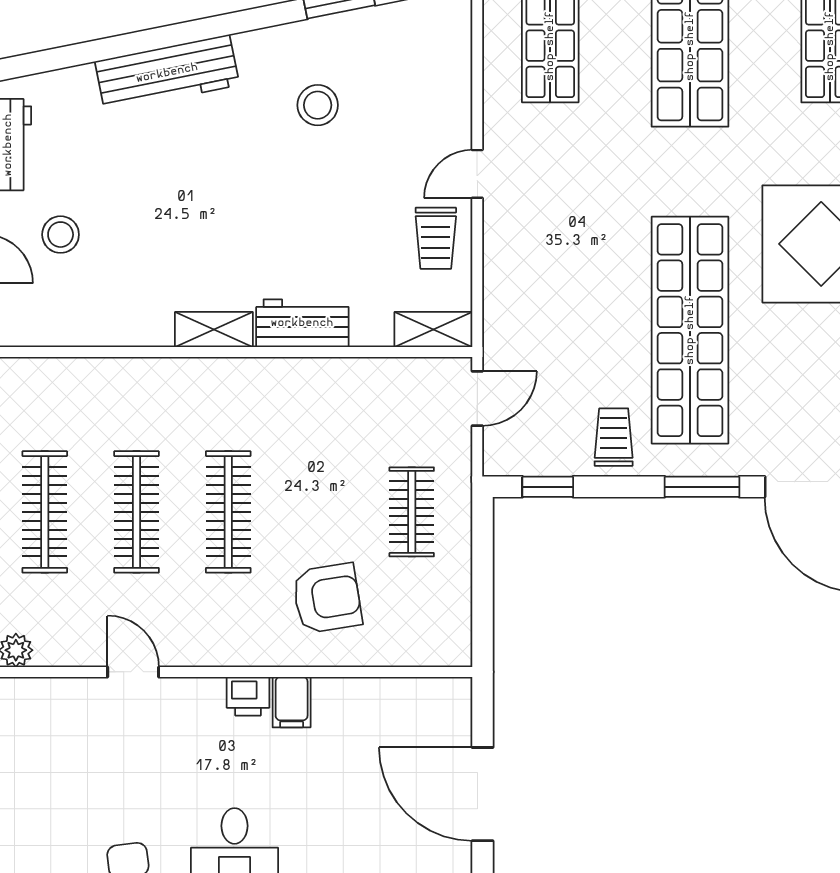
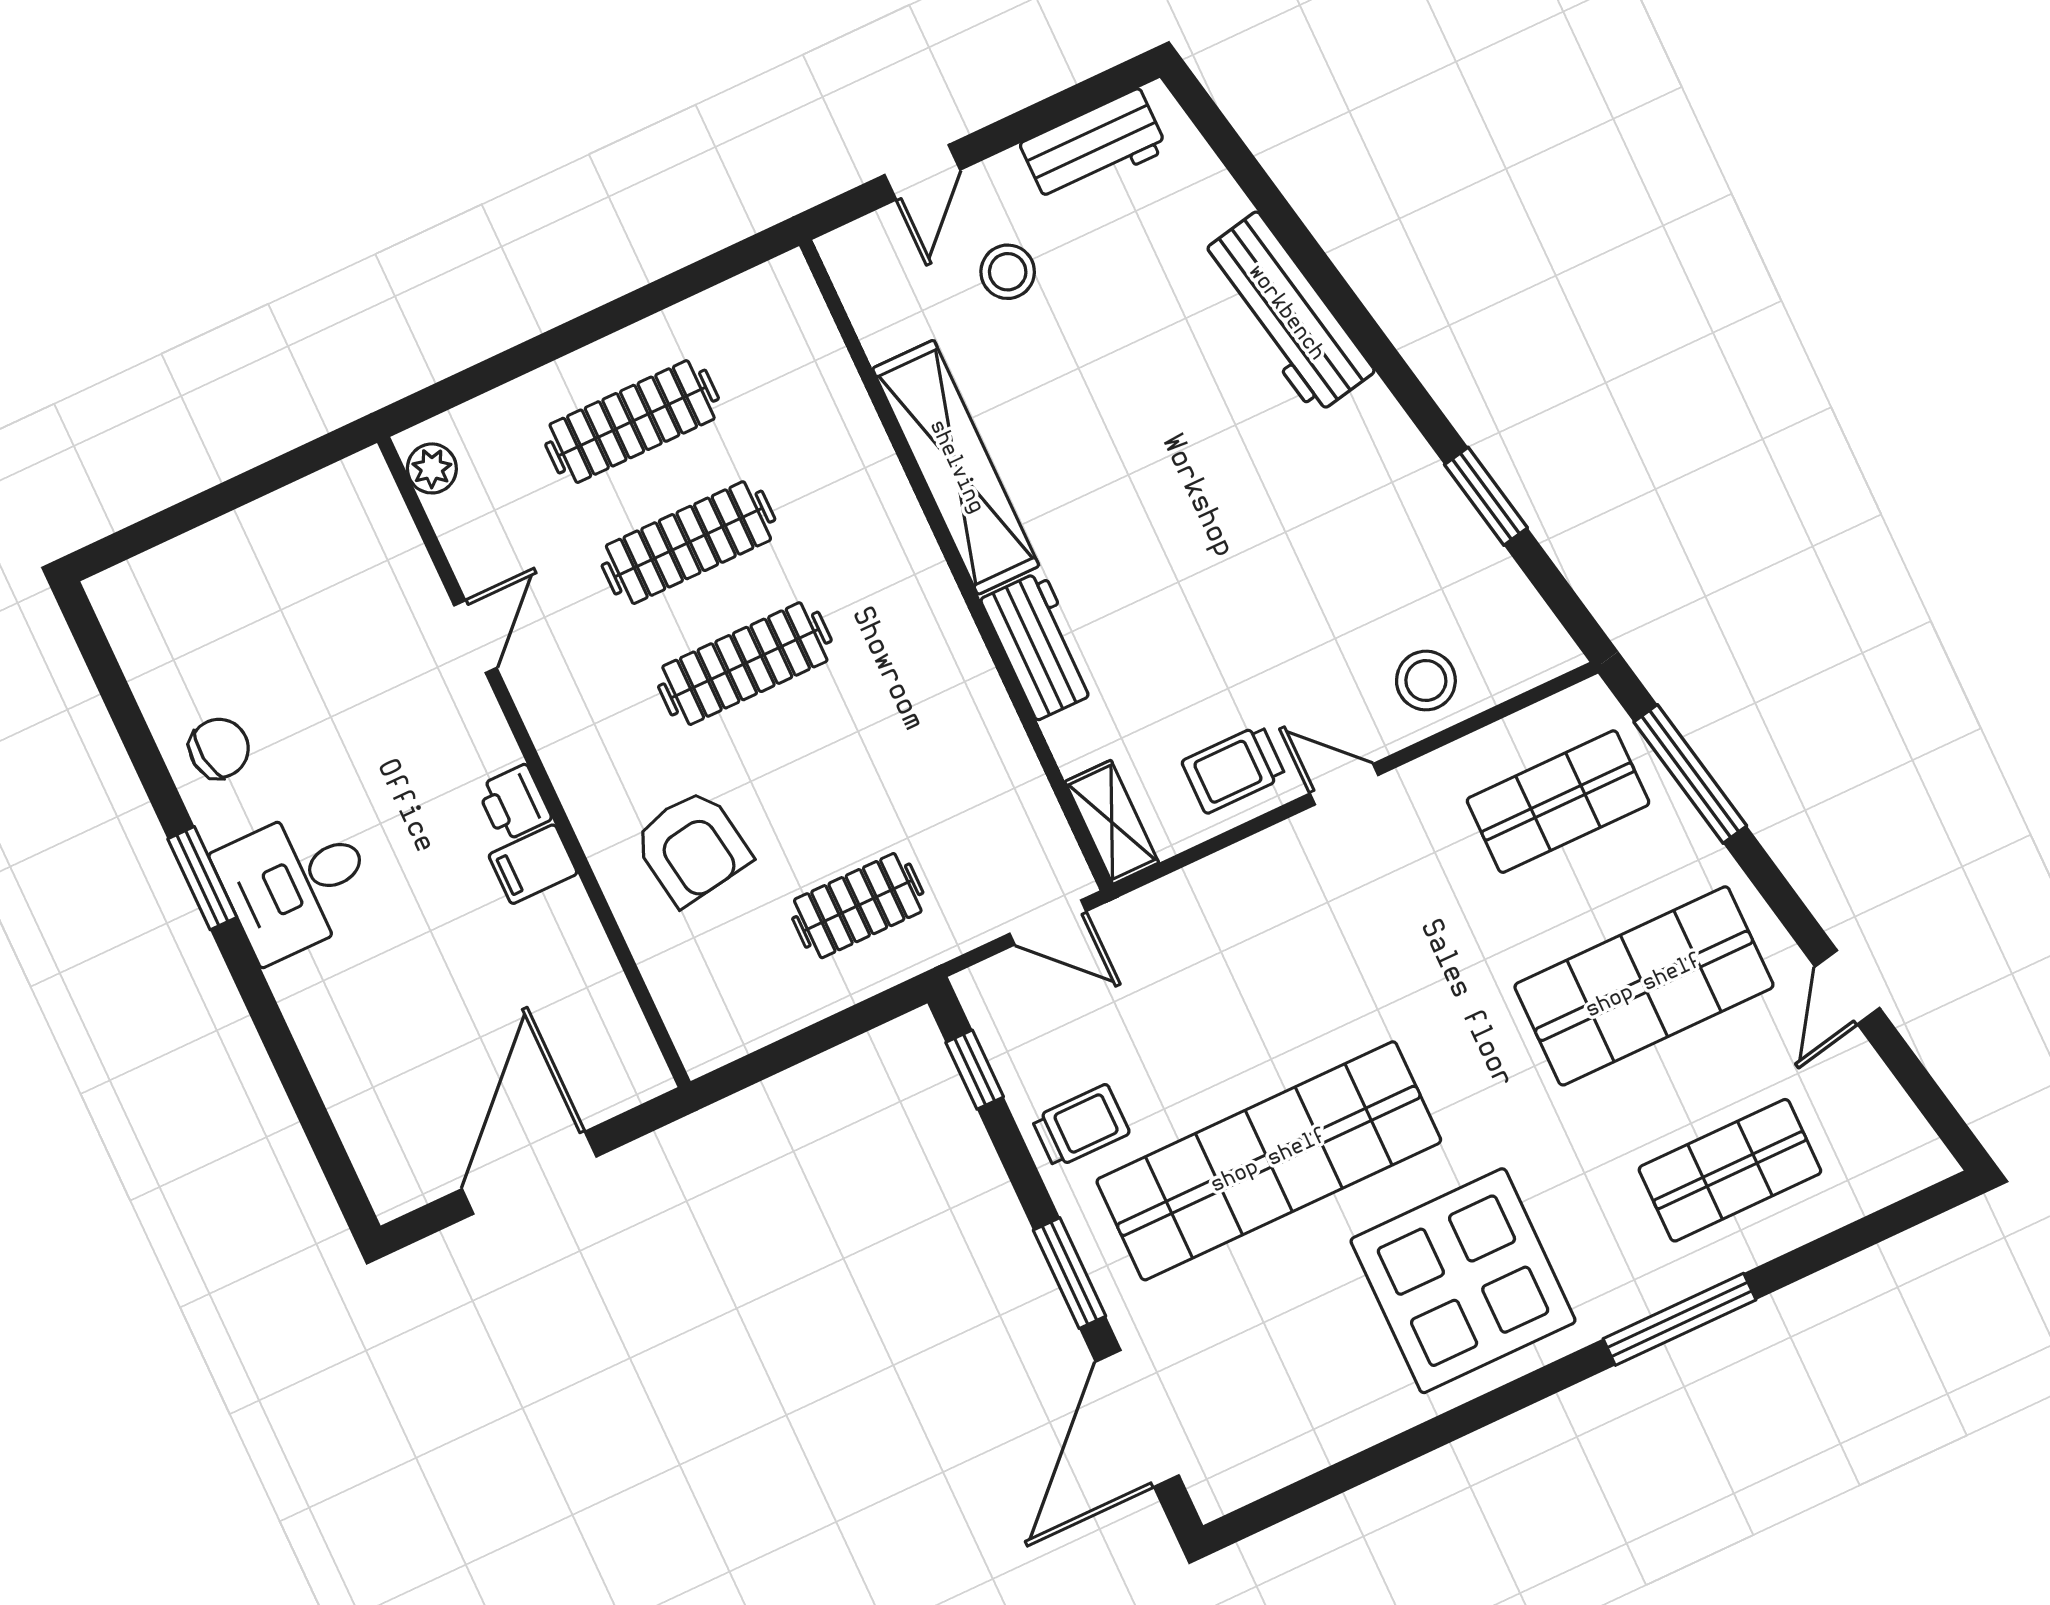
stool: (318, 105) -> (1426, 681), moved
shelving: (214, 330) -> (956, 467), width x2.20, depth x1.33

